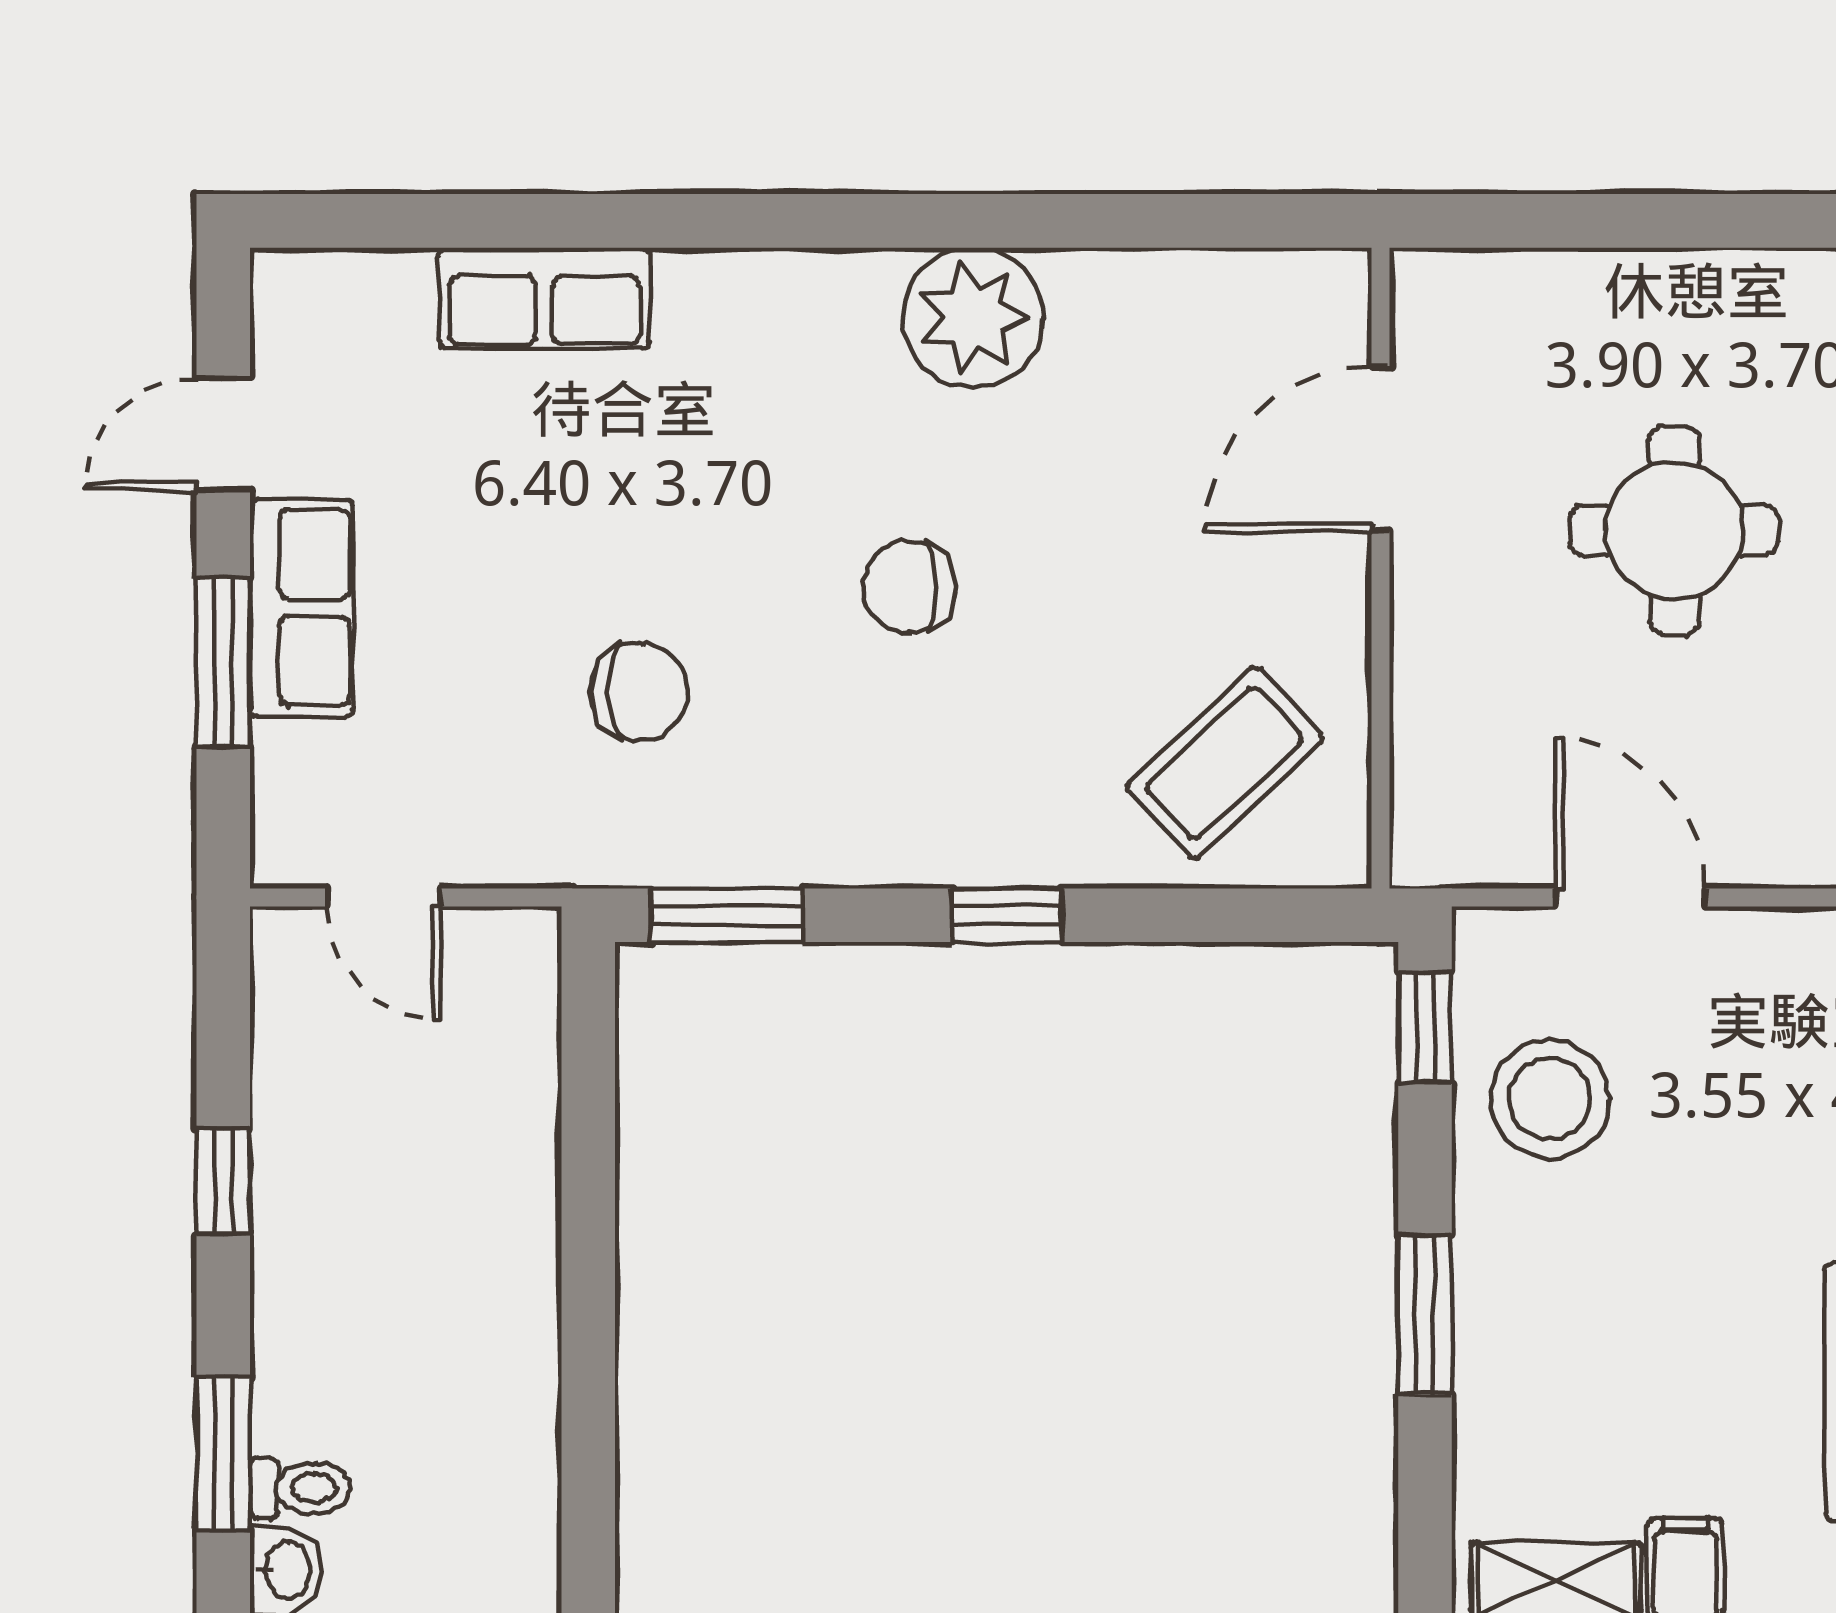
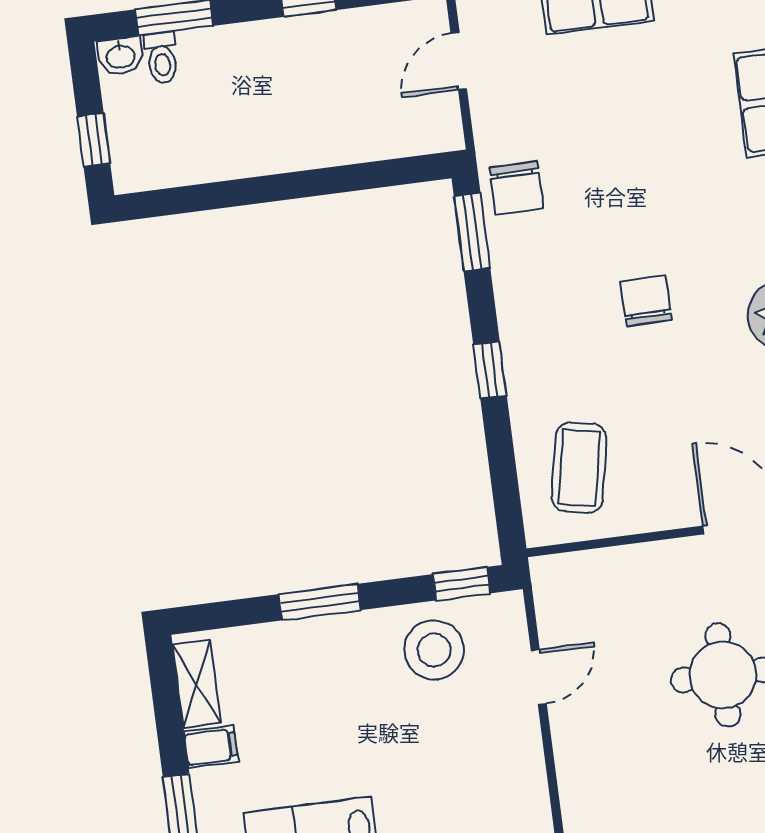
chair: (639, 691) -> (516, 188), moved
coffee table: (1224, 763) -> (579, 468), turned 54
door: (1630, 897) -> (539, 677), width x0.73

